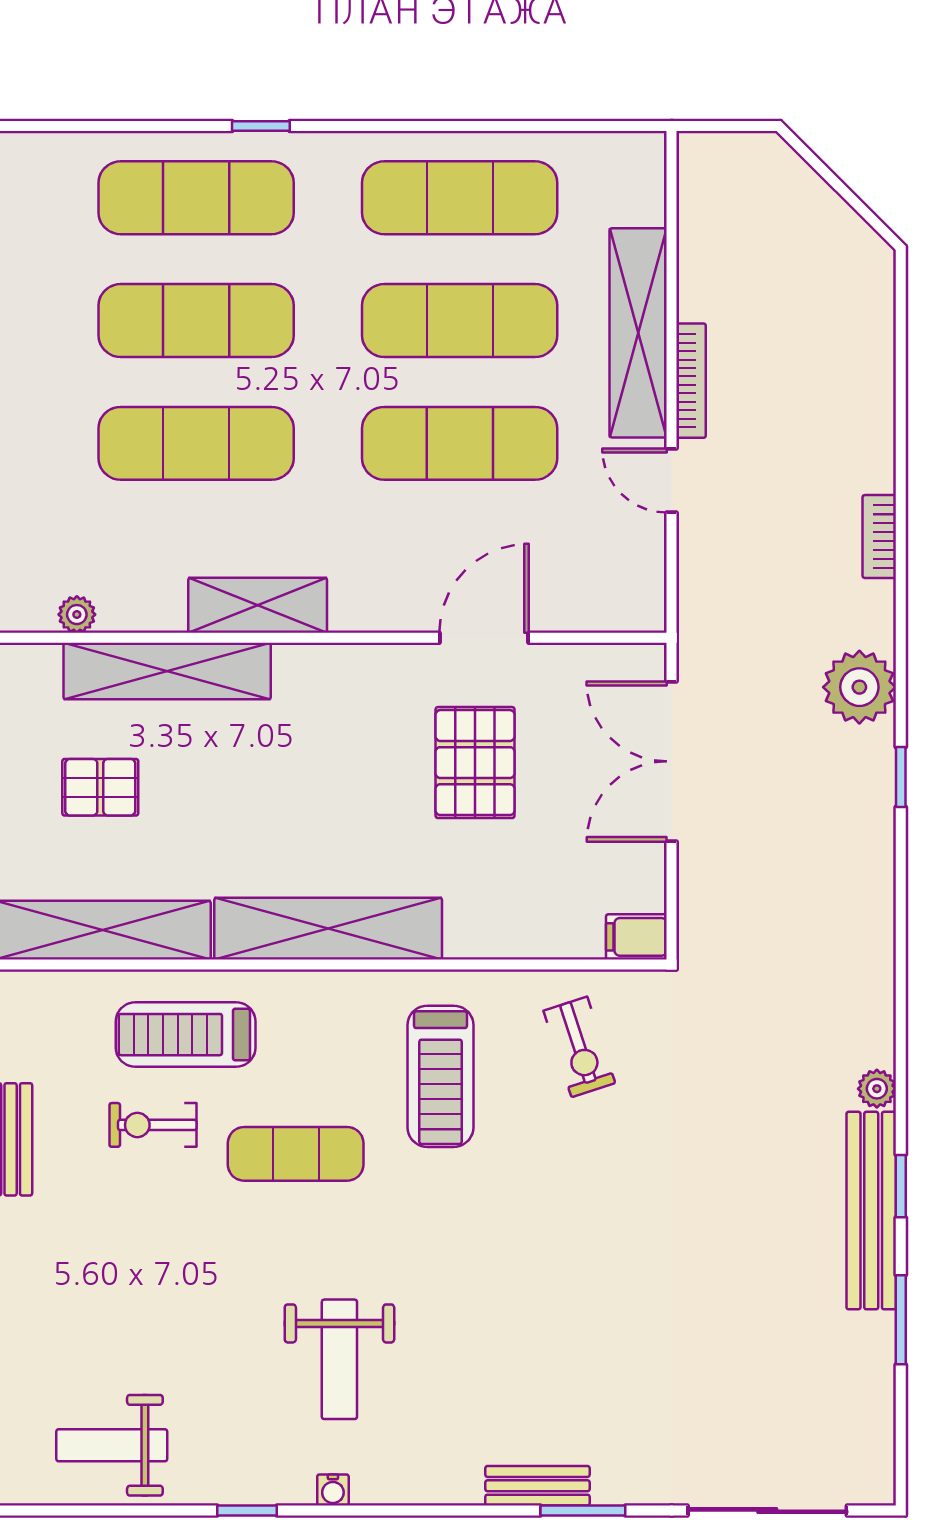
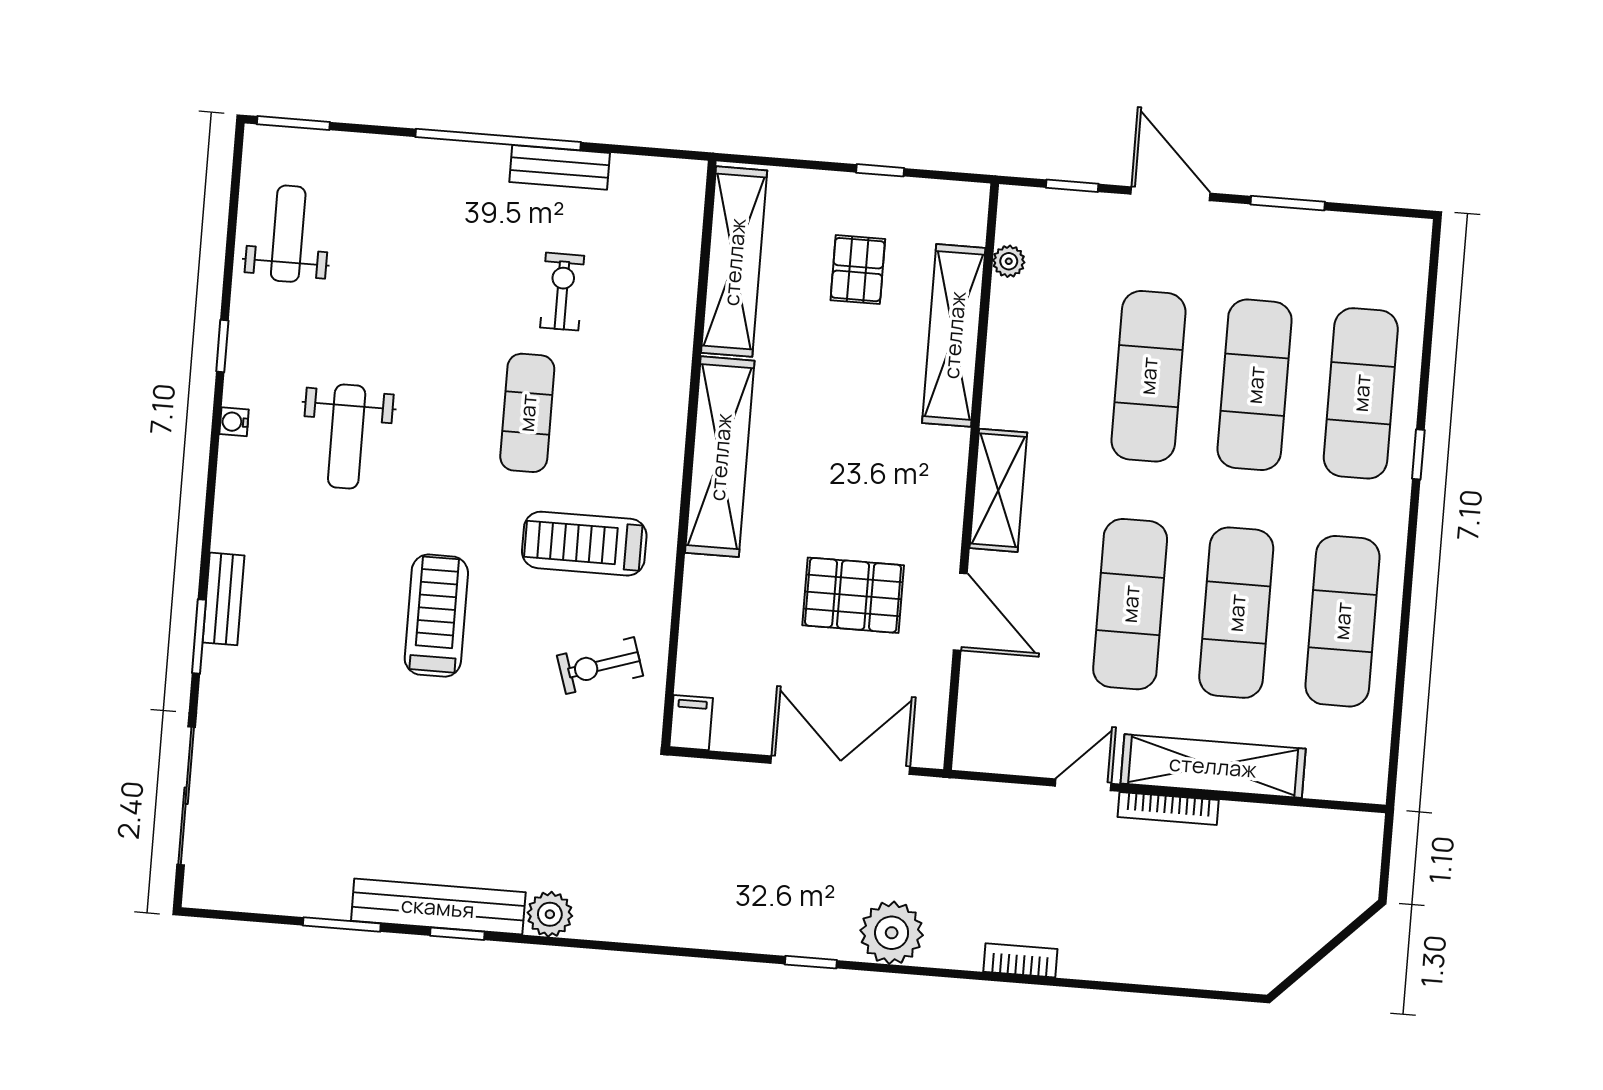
shelving: (258, 605) -> (998, 490), moved
treadmill: (186, 1035) -> (436, 616), moved
plant: (877, 1089) -> (550, 914), width x1.38, depth x1.38
weight bench: (339, 1359) -> (347, 436), turned -90

